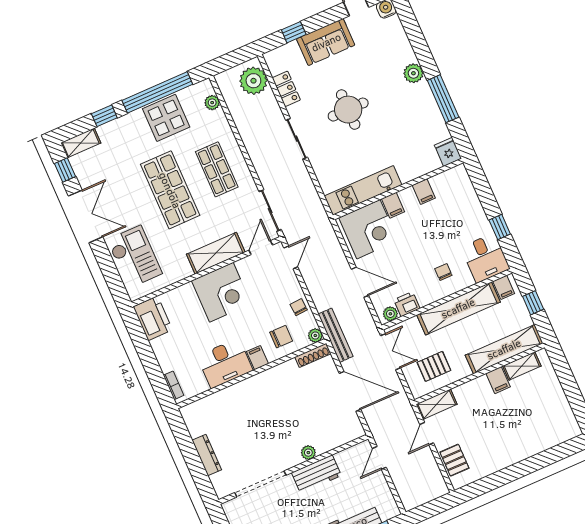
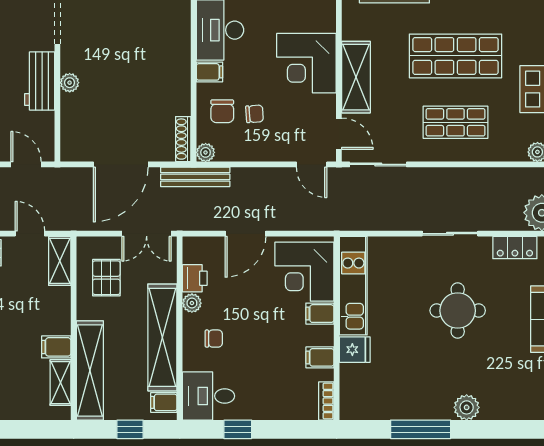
fridge: (448, 152) -> (355, 350), moved
bookcase: (452, 174) -> (326, 401), added
chair: (299, 307) -> (255, 114), moved
plant: (390, 314) -> (192, 303), moved

